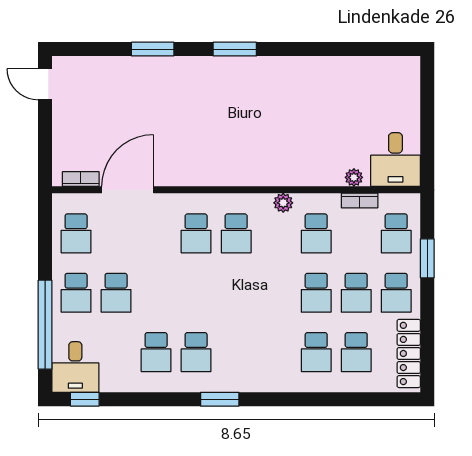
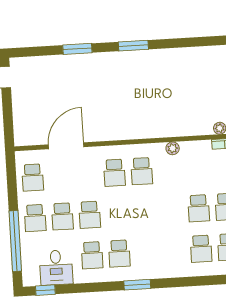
bookcase: (81, 179) -> (34, 140), removed
school desk: (316, 233) -> (90, 215), moved
desk: (75, 367) -> (56, 268), moved

